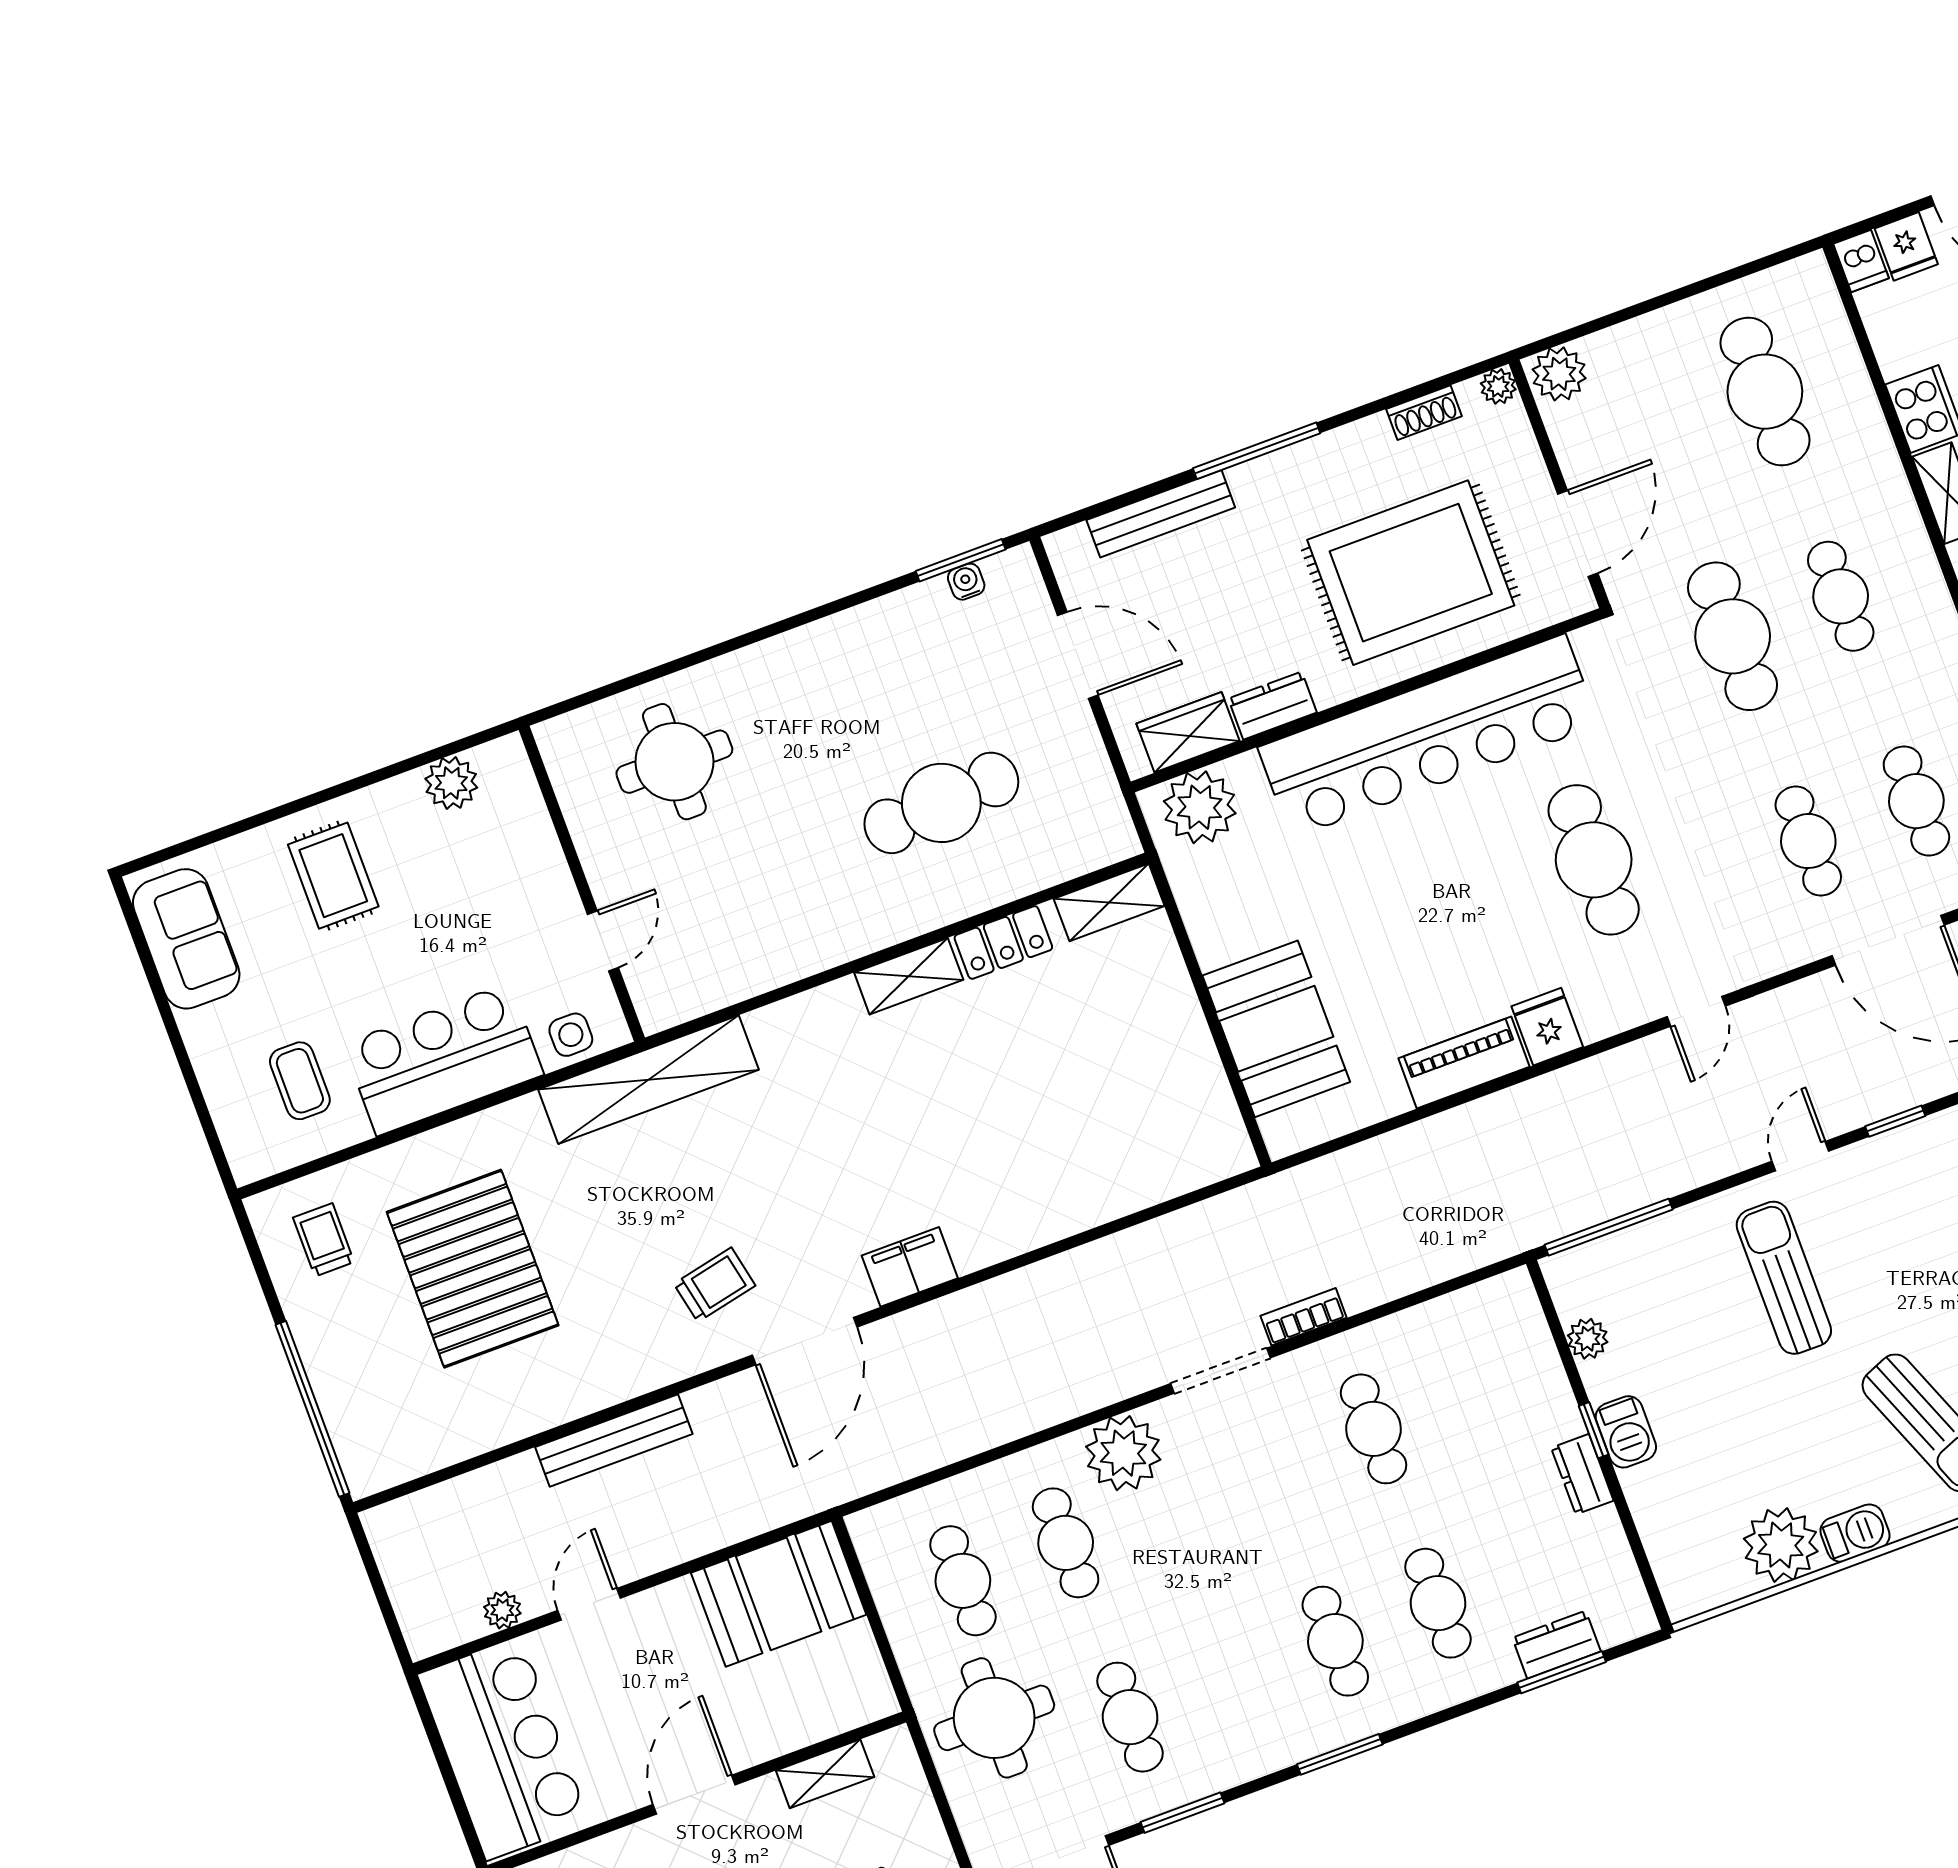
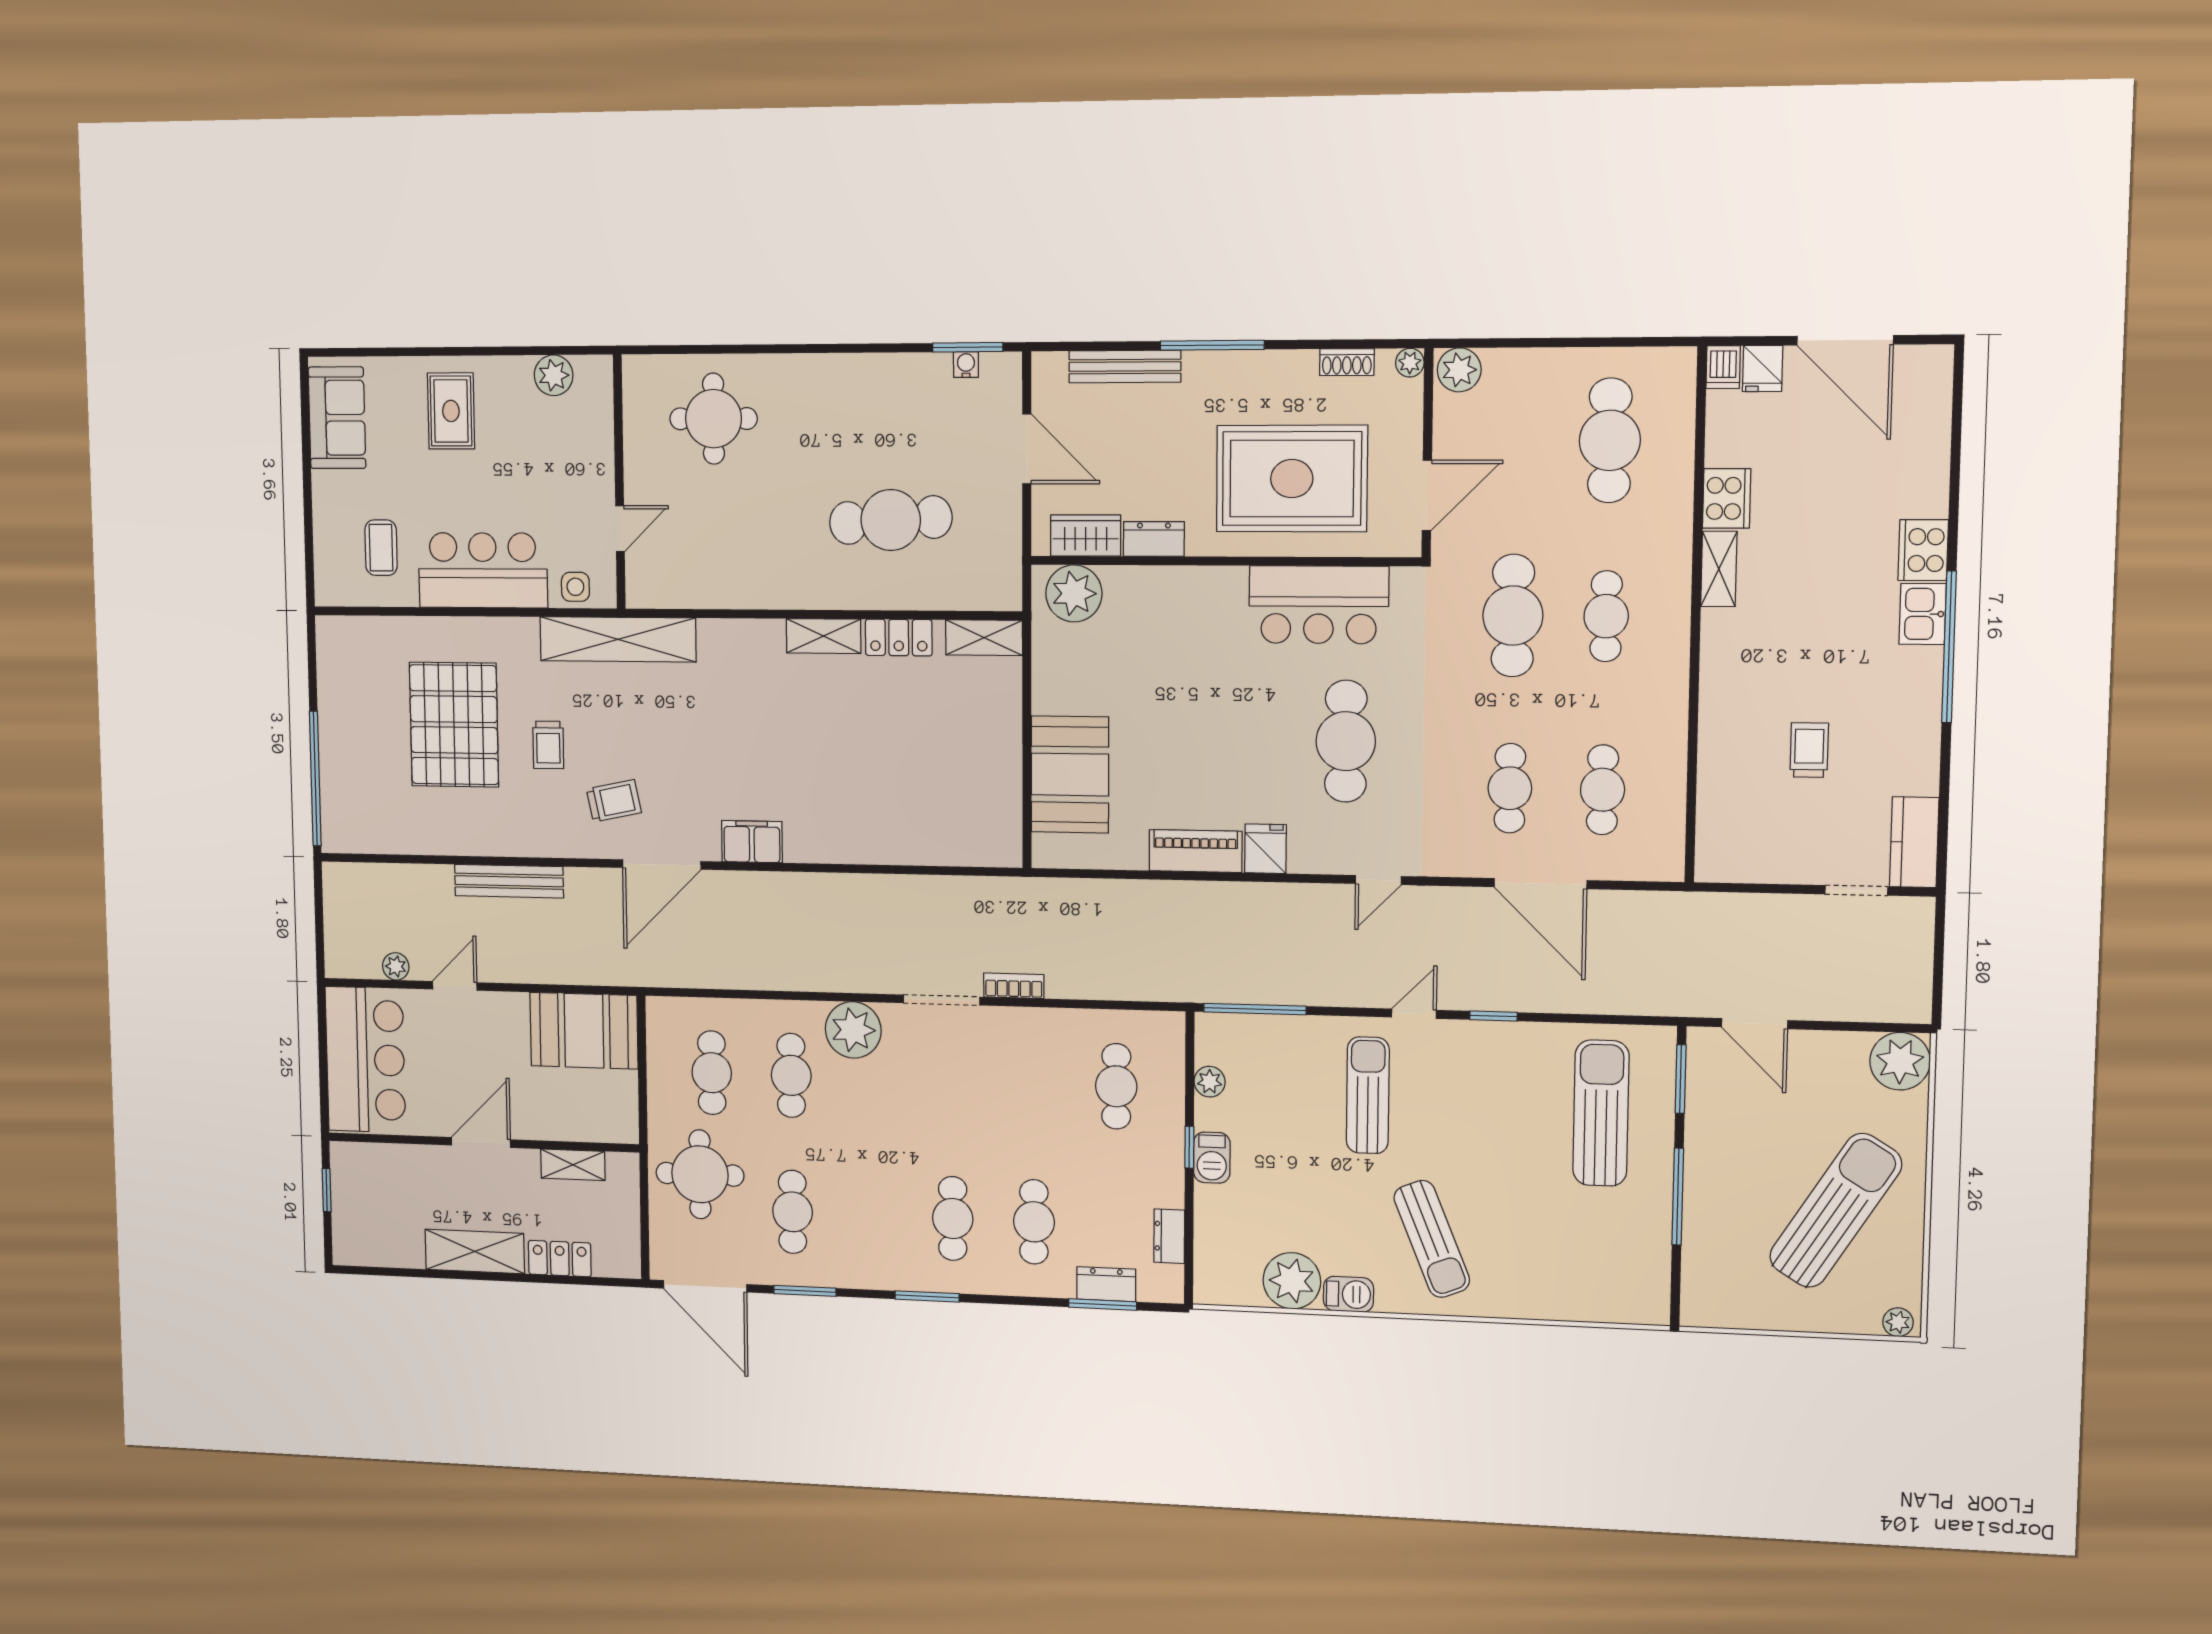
bar counter: (1428, 736) -> (1319, 605), width x0.54
trolley: (324, 1240) -> (548, 745), moved, turned 180
cafe table: (1374, 1429) -> (1116, 1086), moved
dresser: (1582, 1474) -> (1169, 1236), moved

